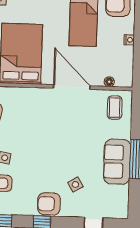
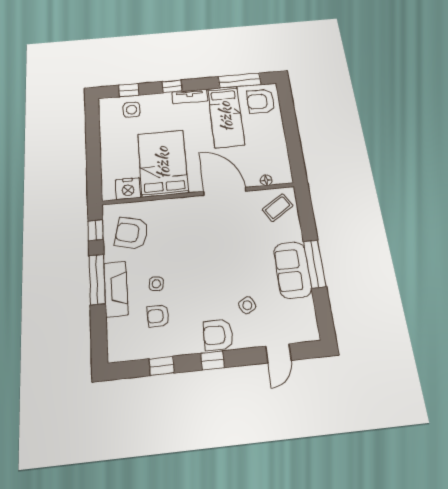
nightstand: (129, 40) -> (280, 134), removed
coffee table: (115, 108) -> (278, 208), turned 58

